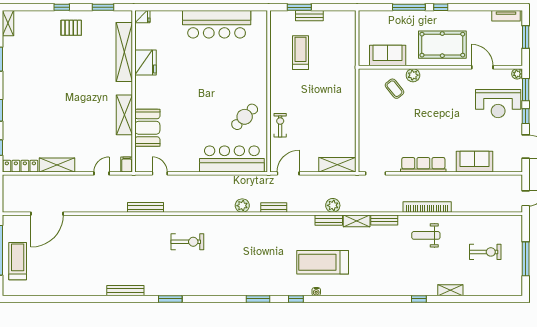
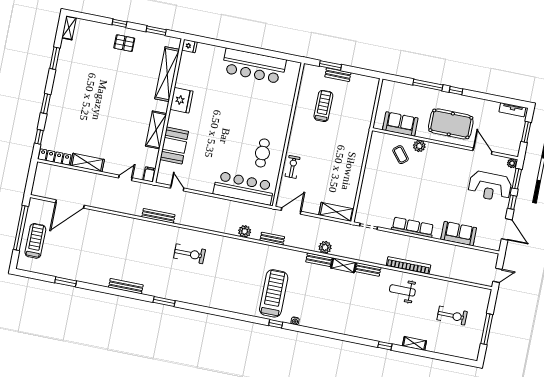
fridge: (145, 62) -> (181, 100), moved
cafe table: (245, 117) -> (262, 153), turned -45
treadmill: (323, 262) -> (274, 293), moved, turned 90
window: (258, 299) -> (66, 282), moved

